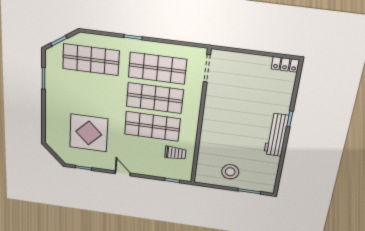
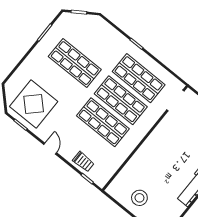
shop shelf: (91, 60) -> (75, 63), moved
display table: (89, 133) -> (34, 104), moved
trolley: (175, 153) -> (83, 162), moved

